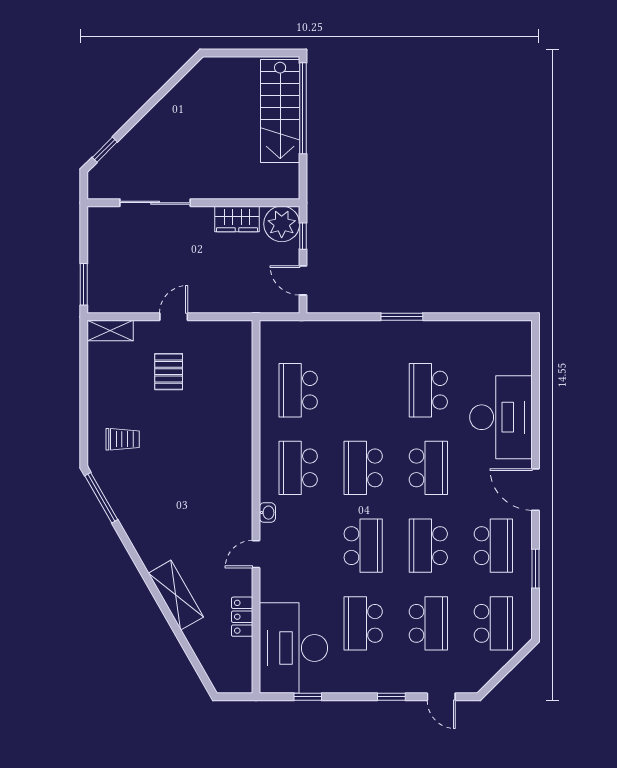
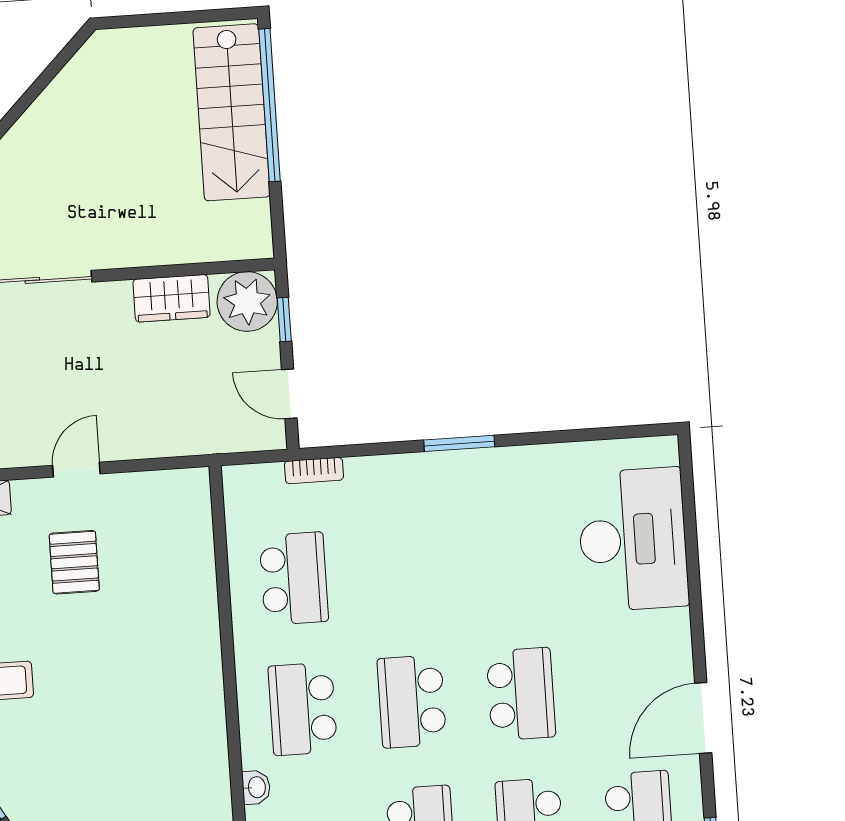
bookcase: (314, 327) -> (314, 471), added
school desk: (298, 390) -> (294, 578), turned 180
school desk: (428, 390) -> (512, 564), removed
desk: (501, 417) -> (633, 540), moved
door: (535, 490) -> (703, 718), hinge flipped

